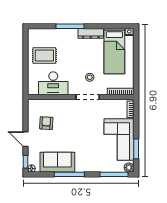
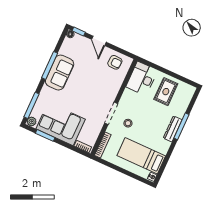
dresser: (91, 33) -> (173, 129), moved
desk: (53, 83) -> (142, 79), moved
armchair: (46, 123) -> (115, 62), moved
door: (26, 139) -> (99, 41), swing flipped
sofa: (57, 162) -> (60, 73), moved

